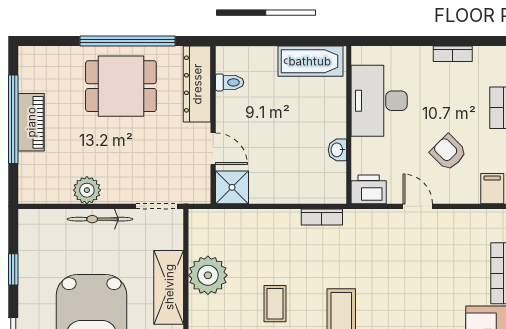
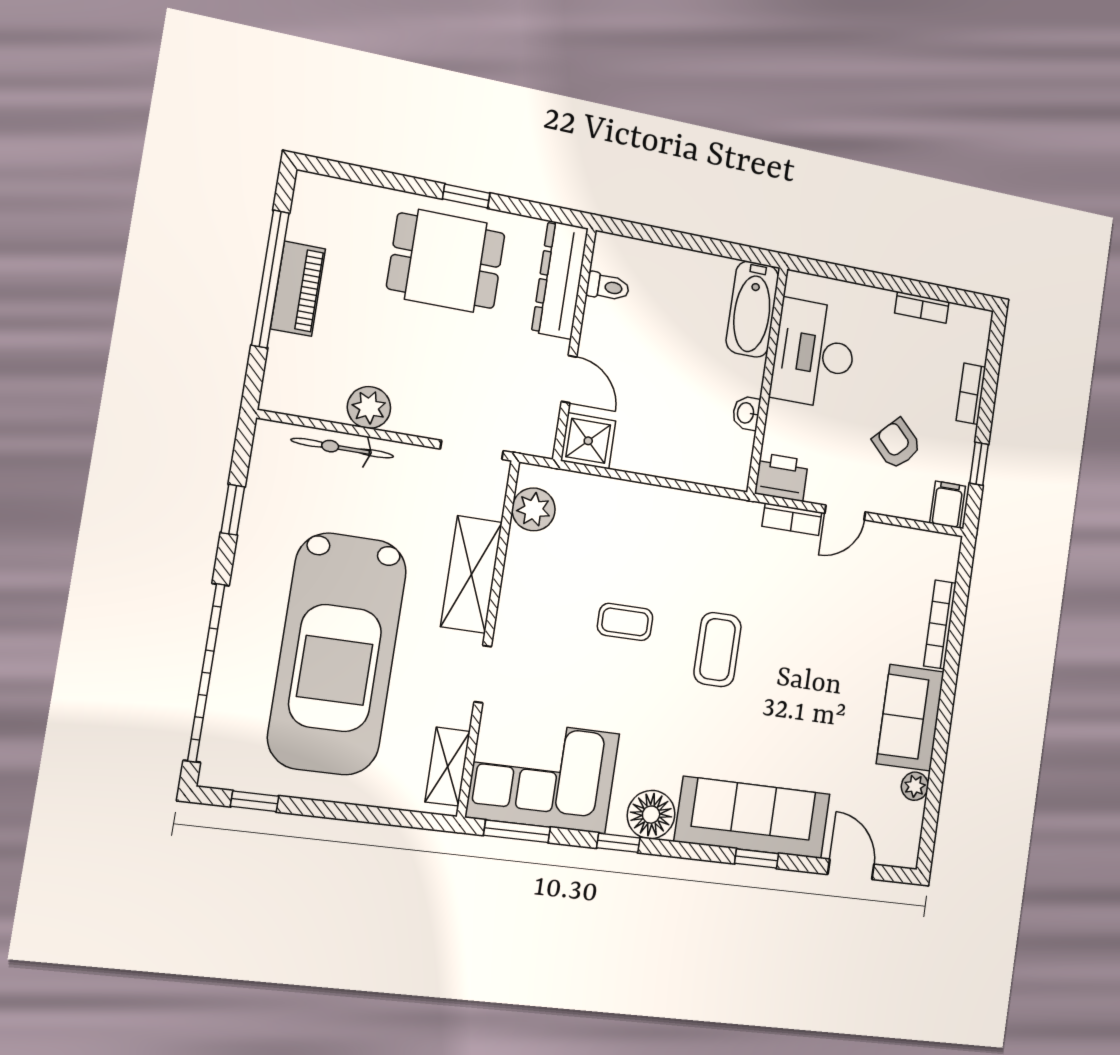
window: (127, 41) -> (466, 196), width x0.32
bathtub: (310, 61) -> (752, 309), moved, turned 90
door: (418, 206) -> (845, 513), swing flipped
bookcase: (322, 217) -> (792, 519), moved
bicycle: (100, 219) -> (343, 448), moved
plant: (208, 275) -> (534, 509), moved, width x0.73, depth x0.73
coffee table: (275, 304) -> (625, 622), turned 90

